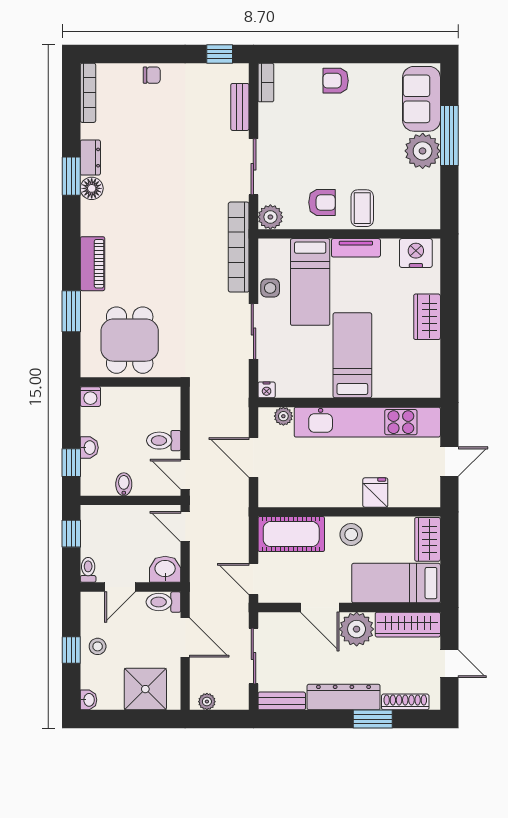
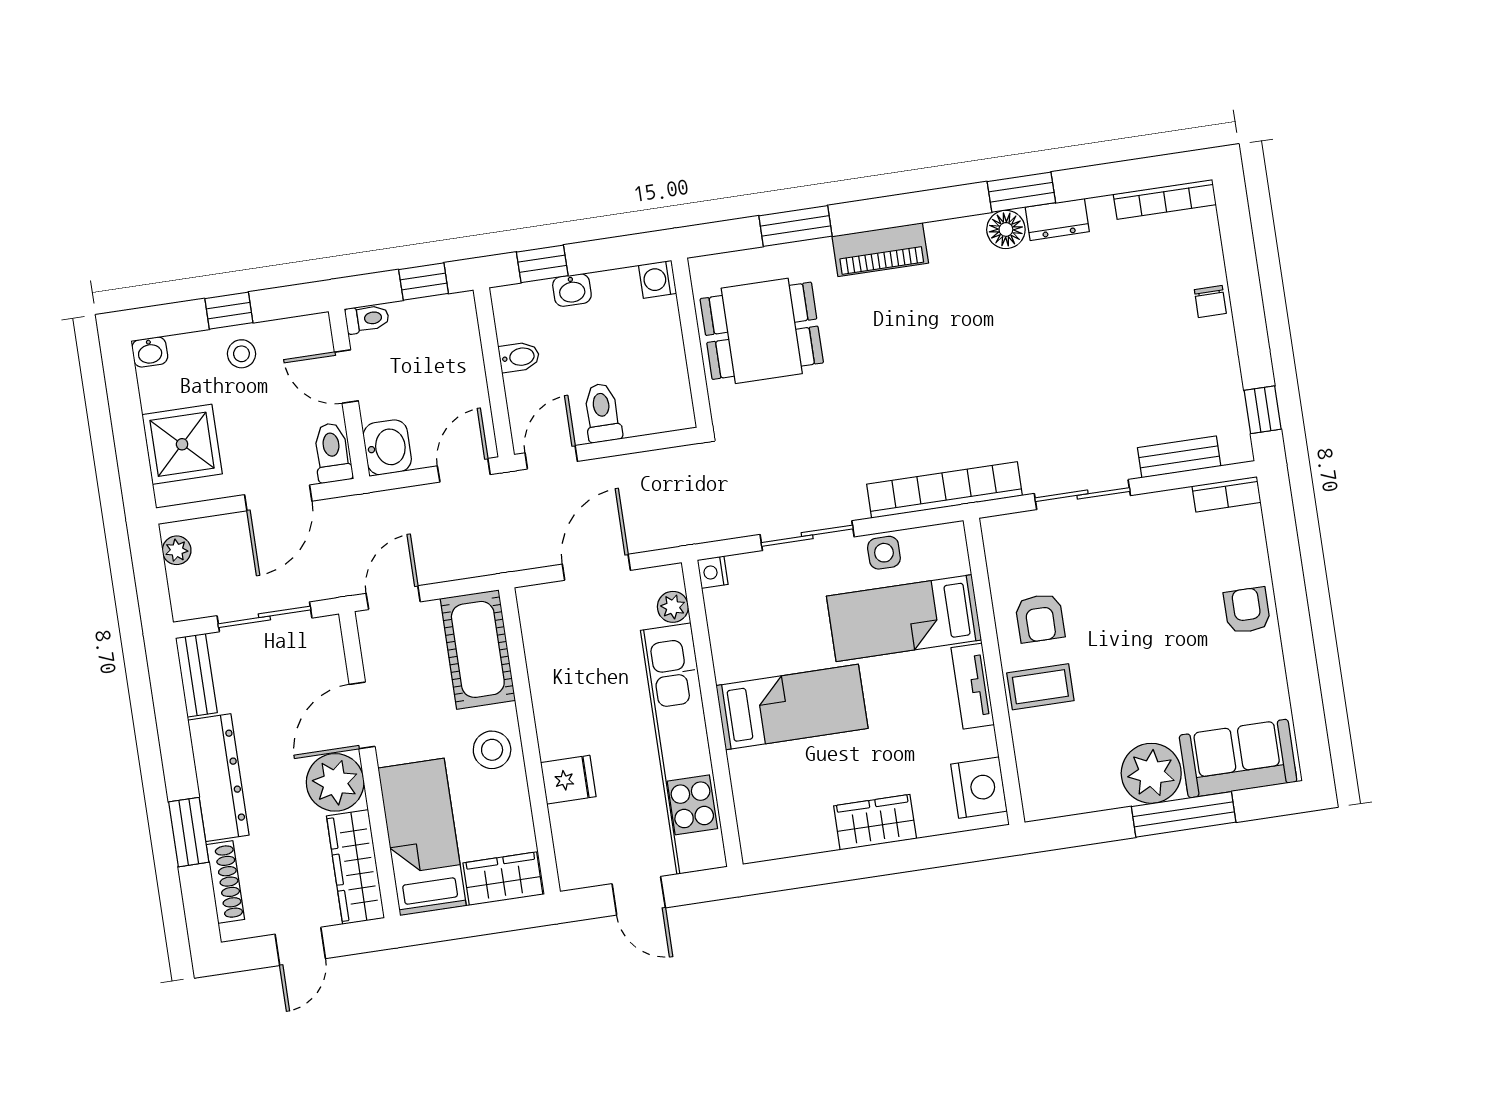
plant: (270, 217) -> (1003, 535), removed

